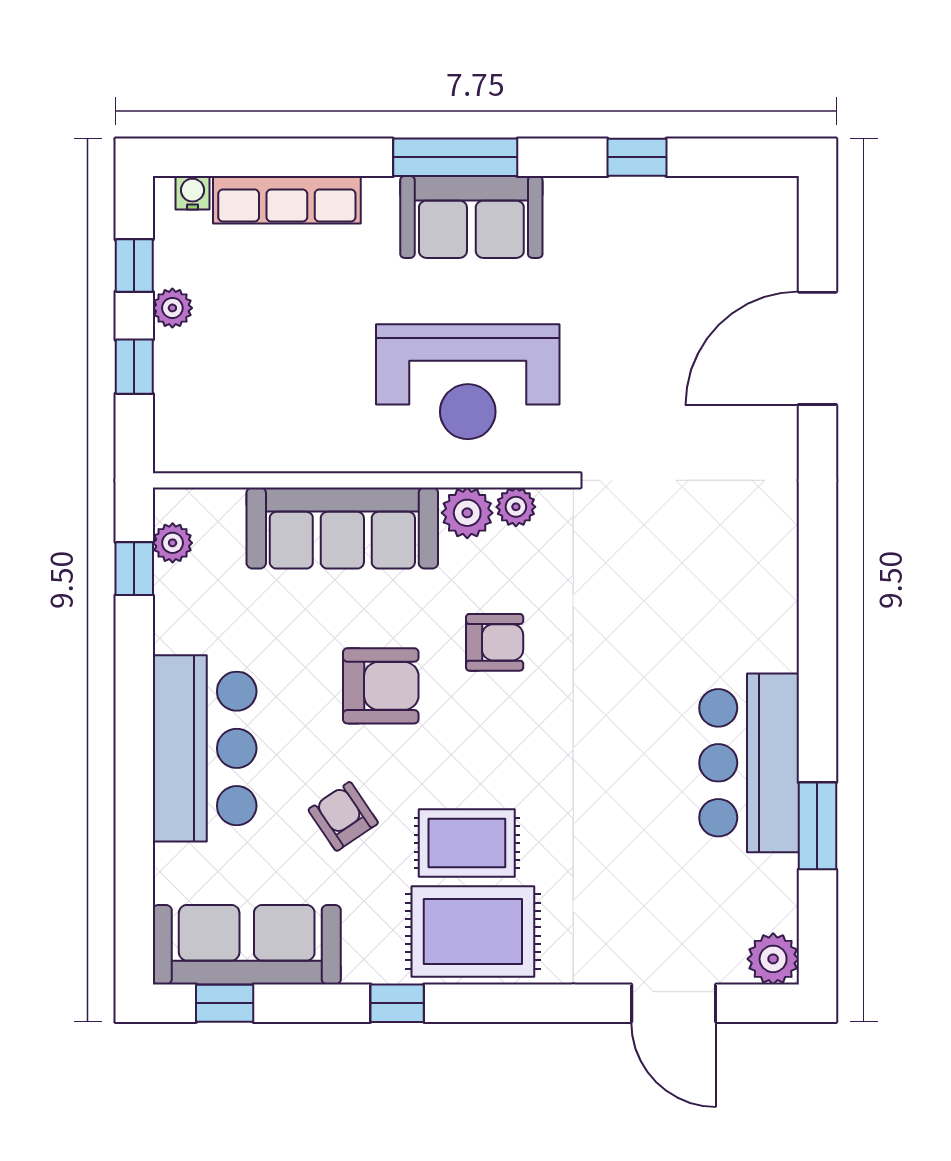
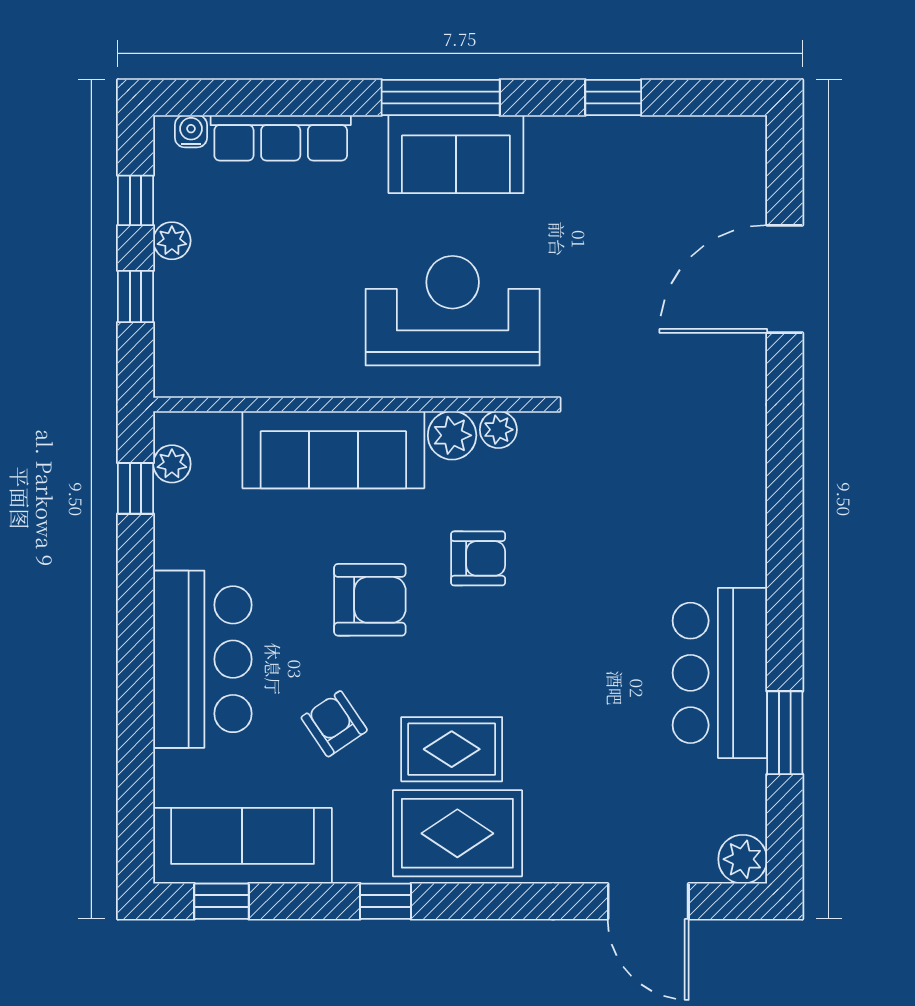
reception desk: (468, 382) -> (453, 311), turned 180

